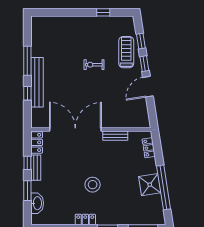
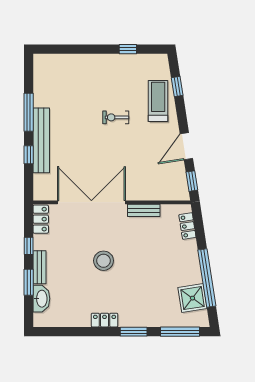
window: (144, 64) -> (192, 181), moved
bench: (36, 168) -> (40, 267), moved
stool: (93, 185) -> (104, 261), moved
shower: (150, 185) -> (192, 298), moved

